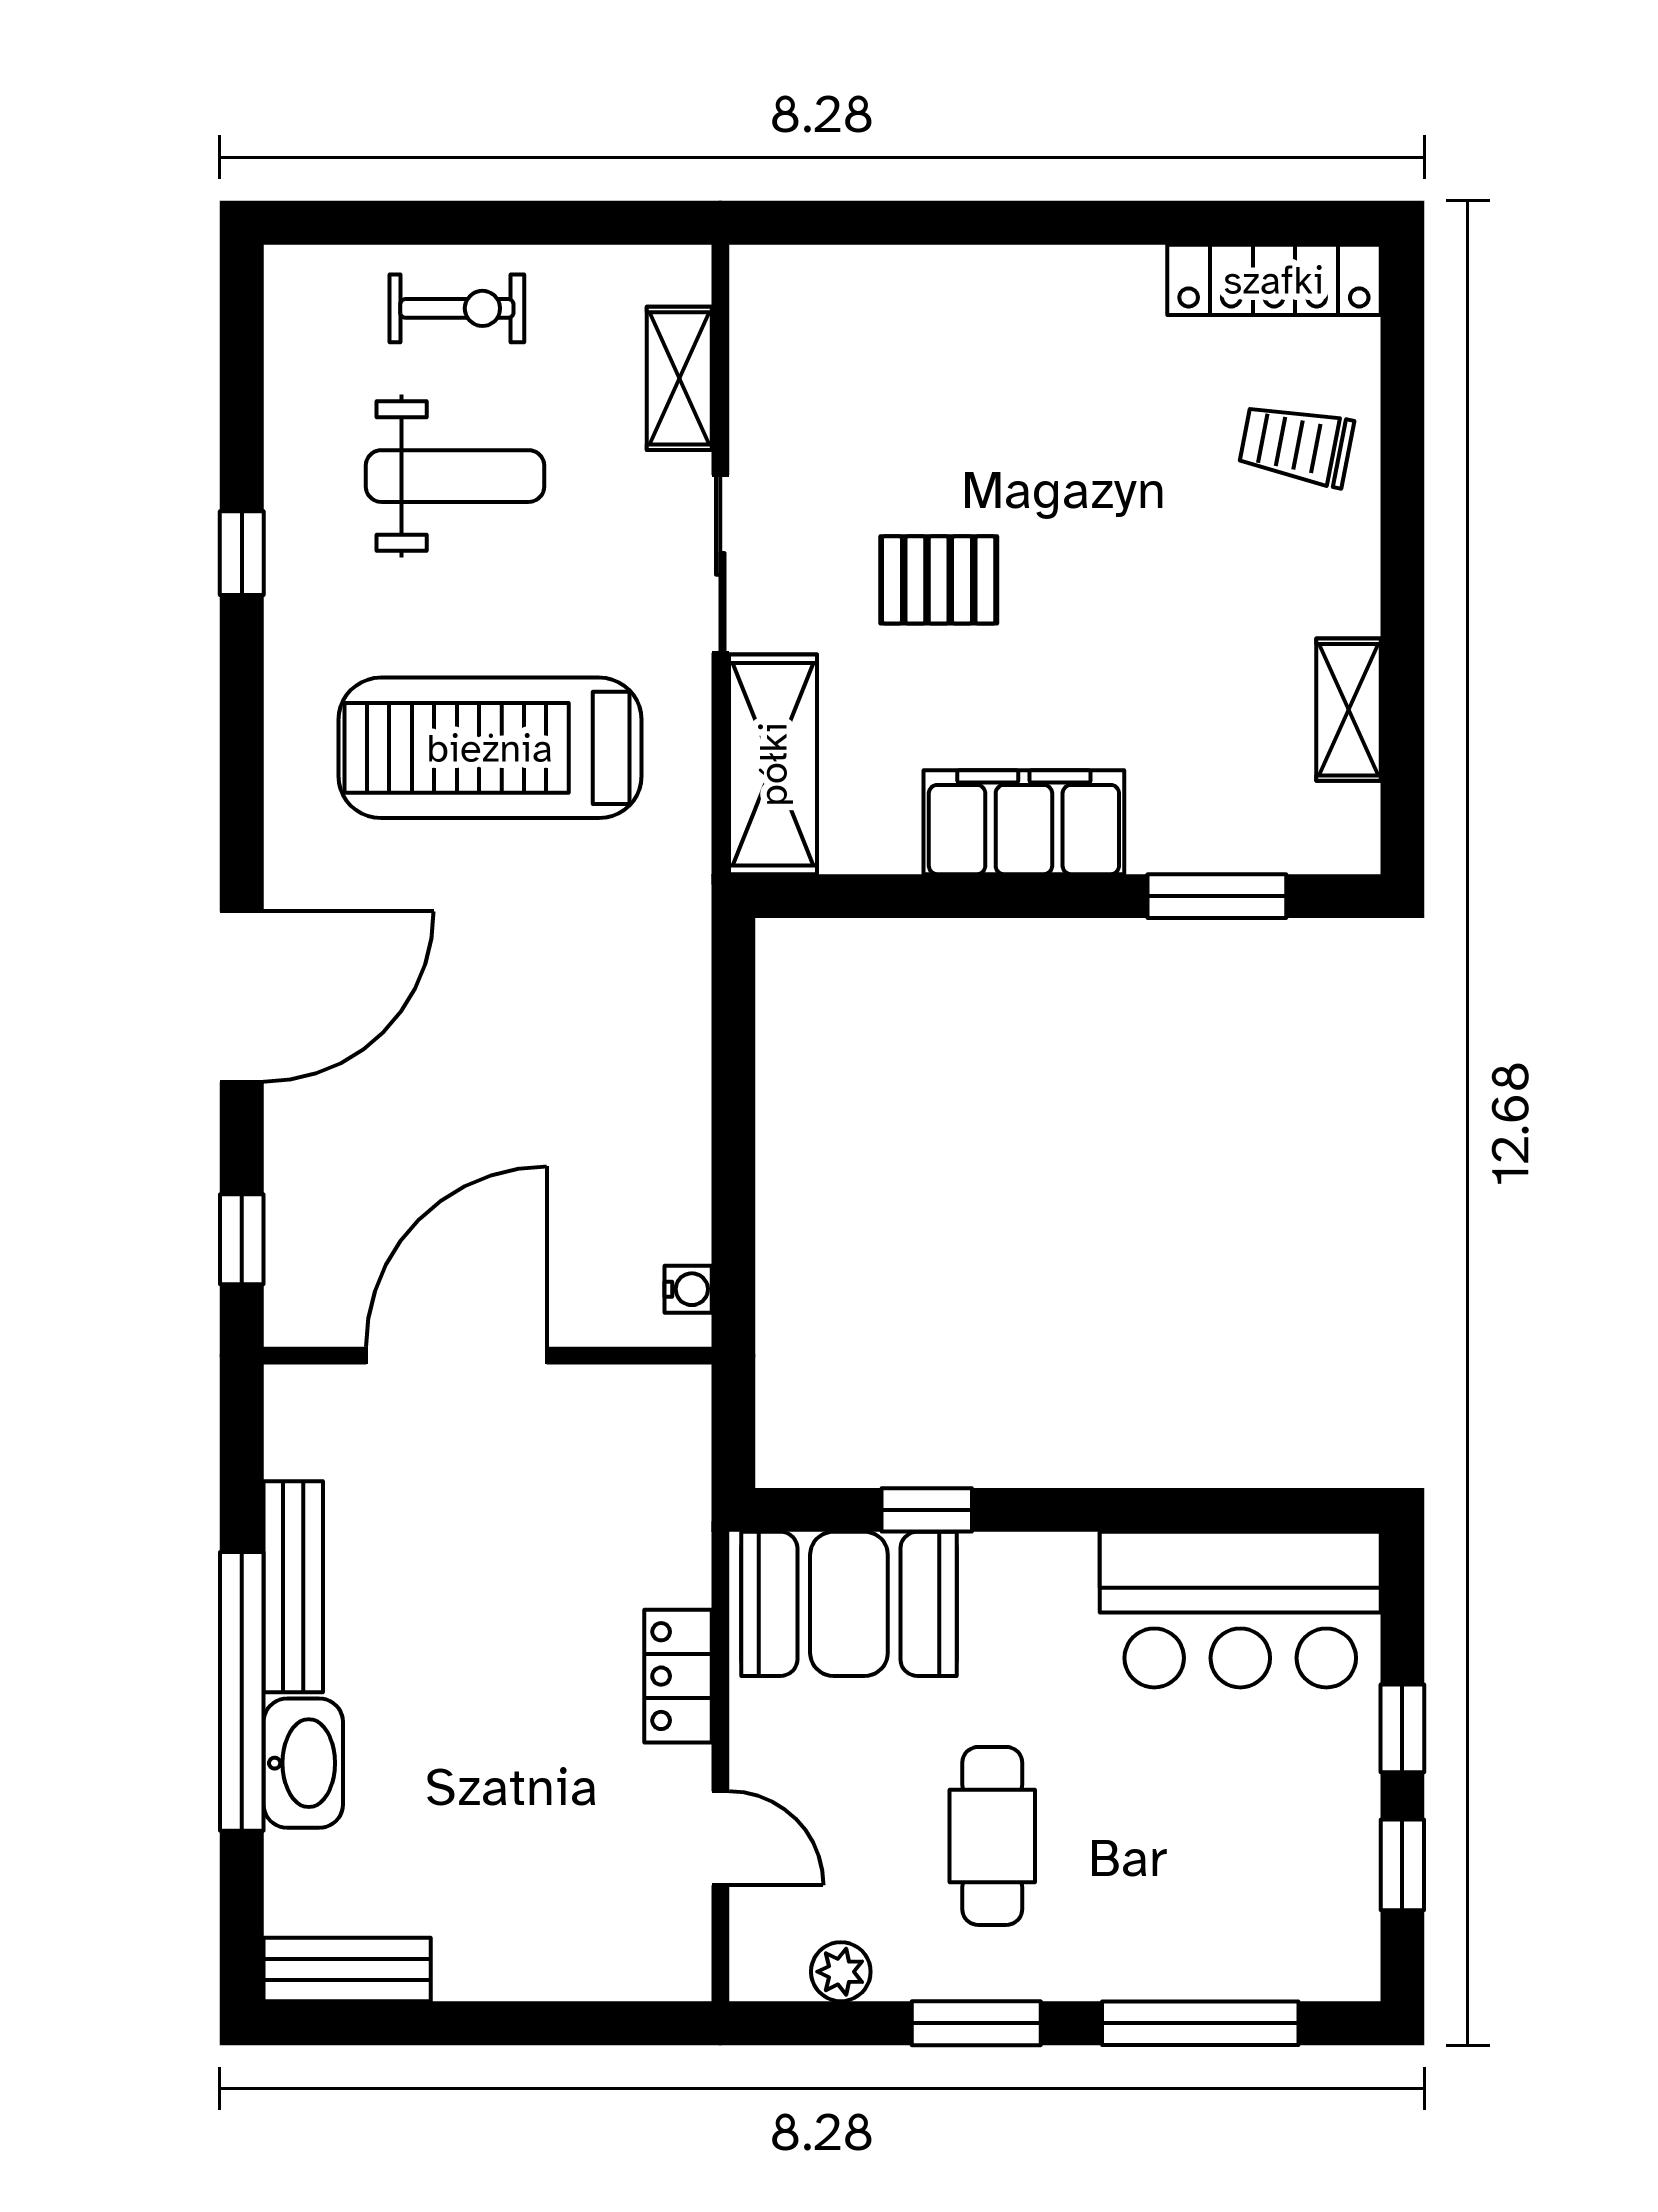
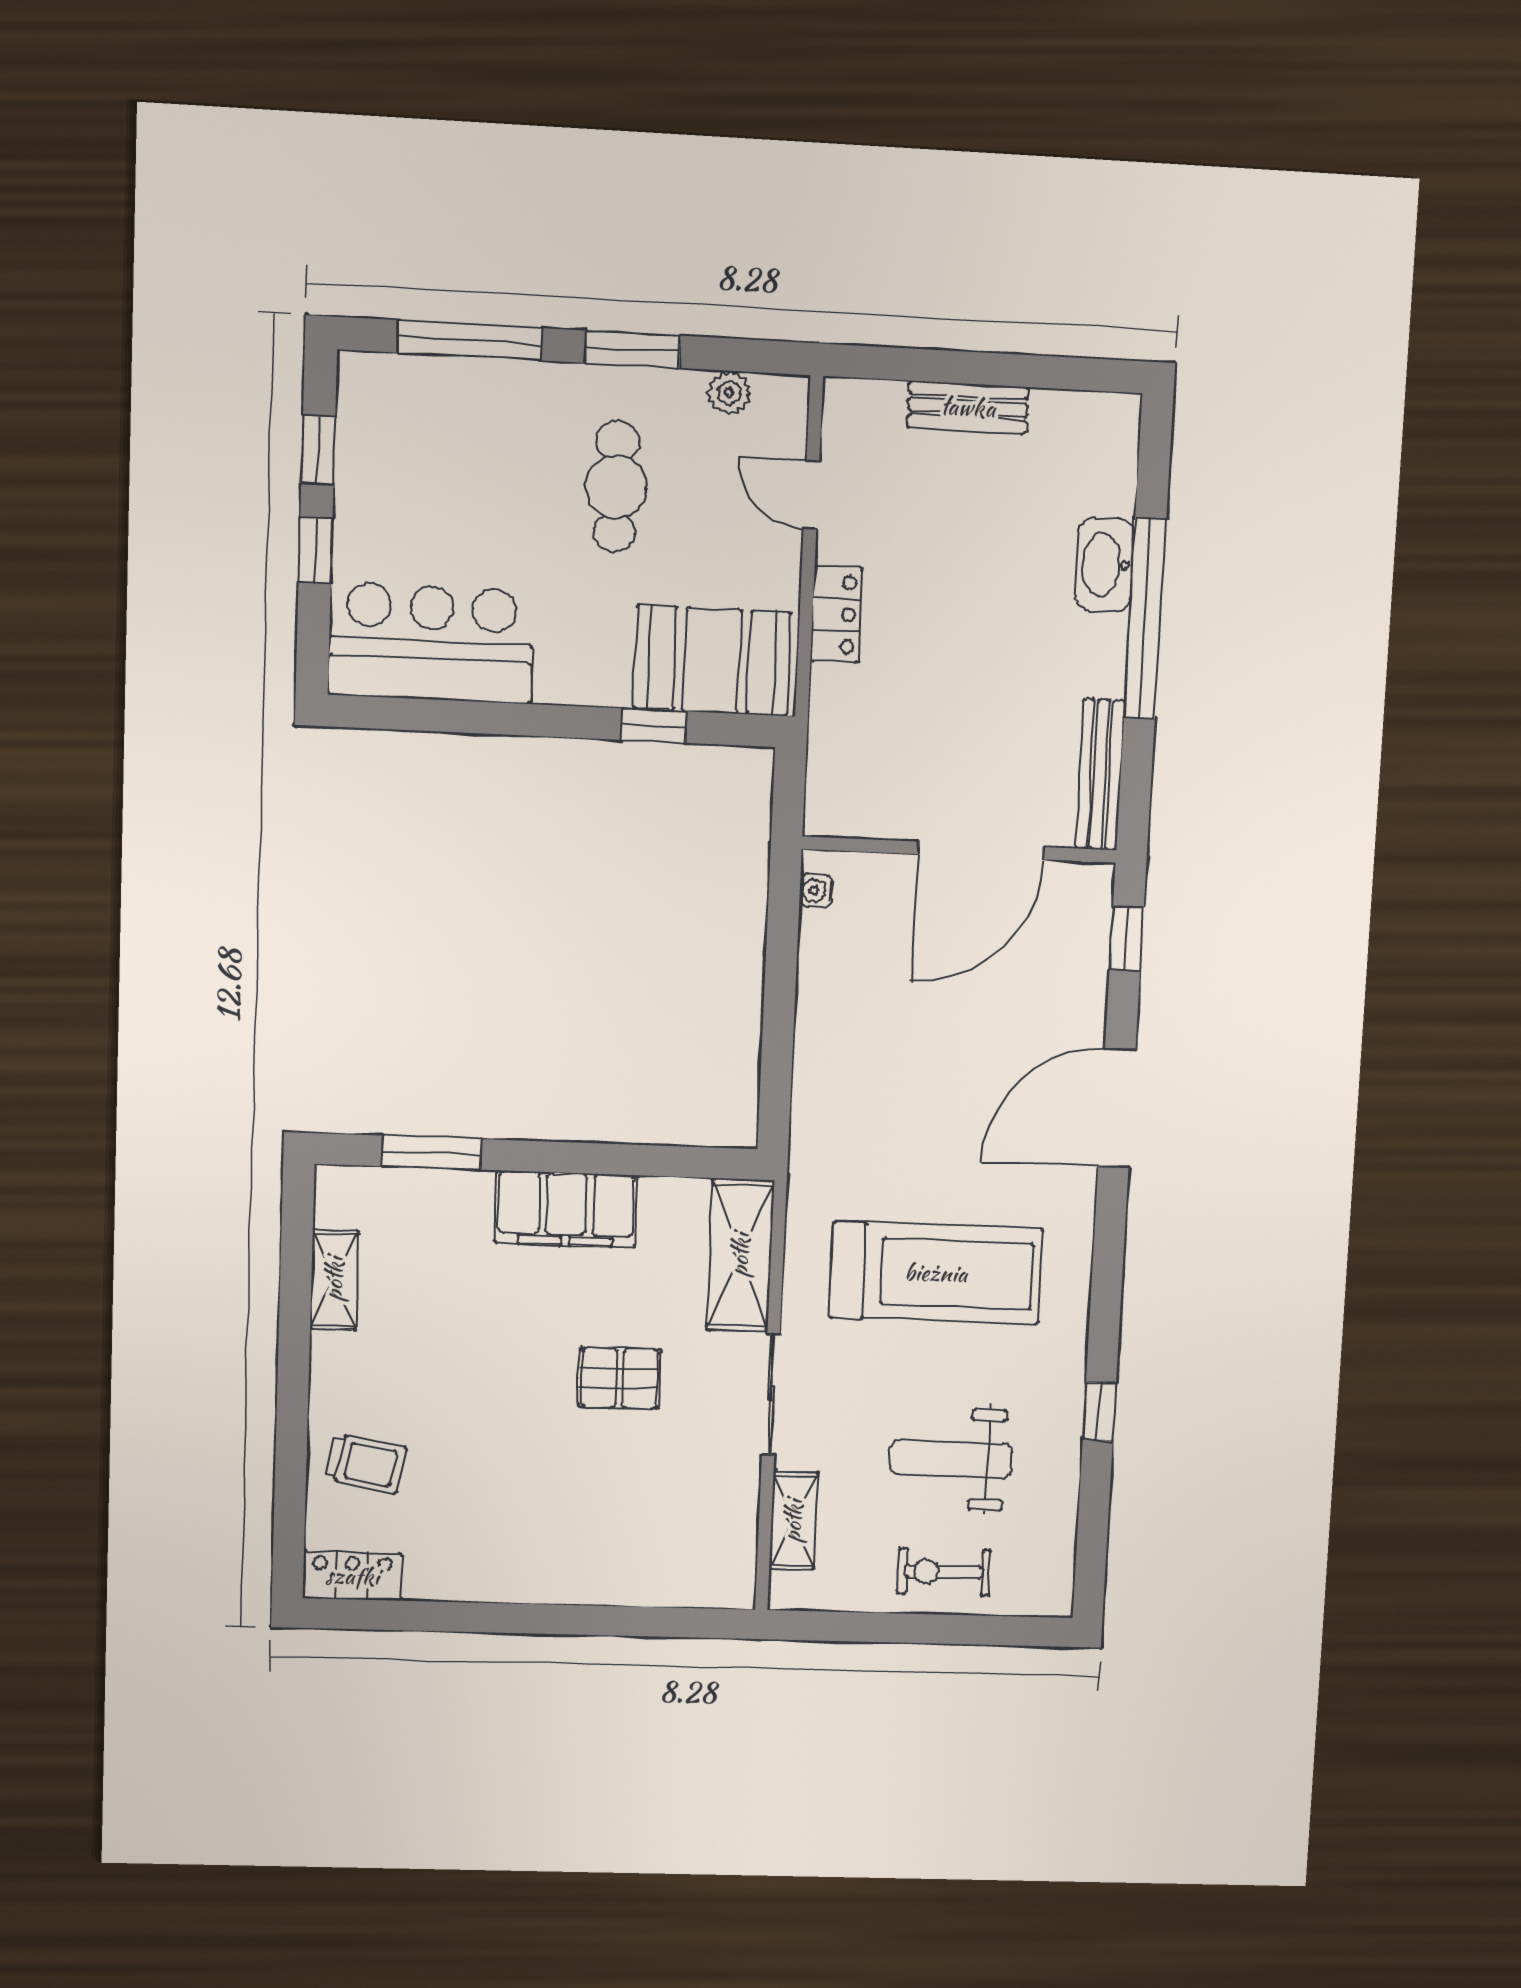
locker: (1274, 280) -> (352, 1576), width x0.66
bench: (293, 1587) -> (1100, 775), moved
bench: (347, 1970) -> (968, 407), moved

